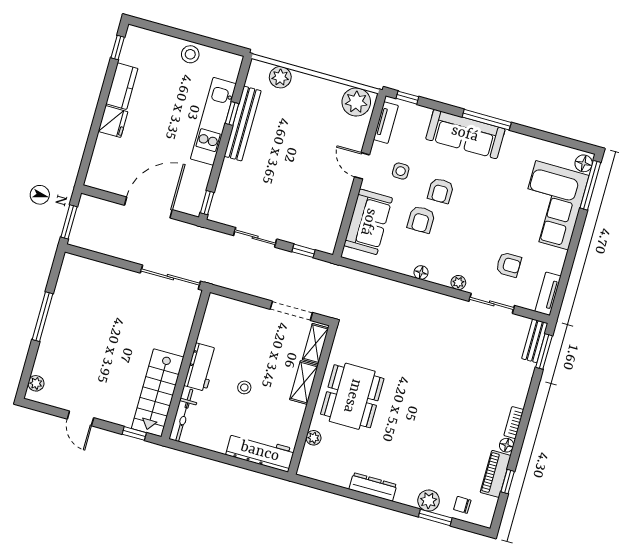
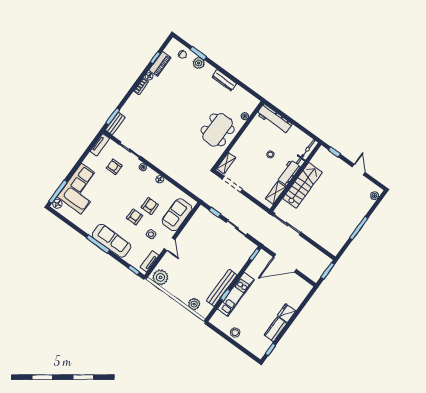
shelving: (304, 383) -> (276, 193), moved
stairs: (158, 393) -> (302, 185), moved

